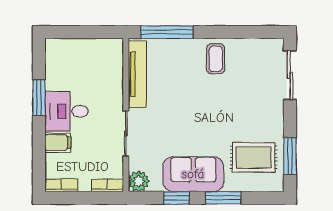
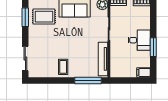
filing cabinet: (58, 143) -> (144, 72), moved

